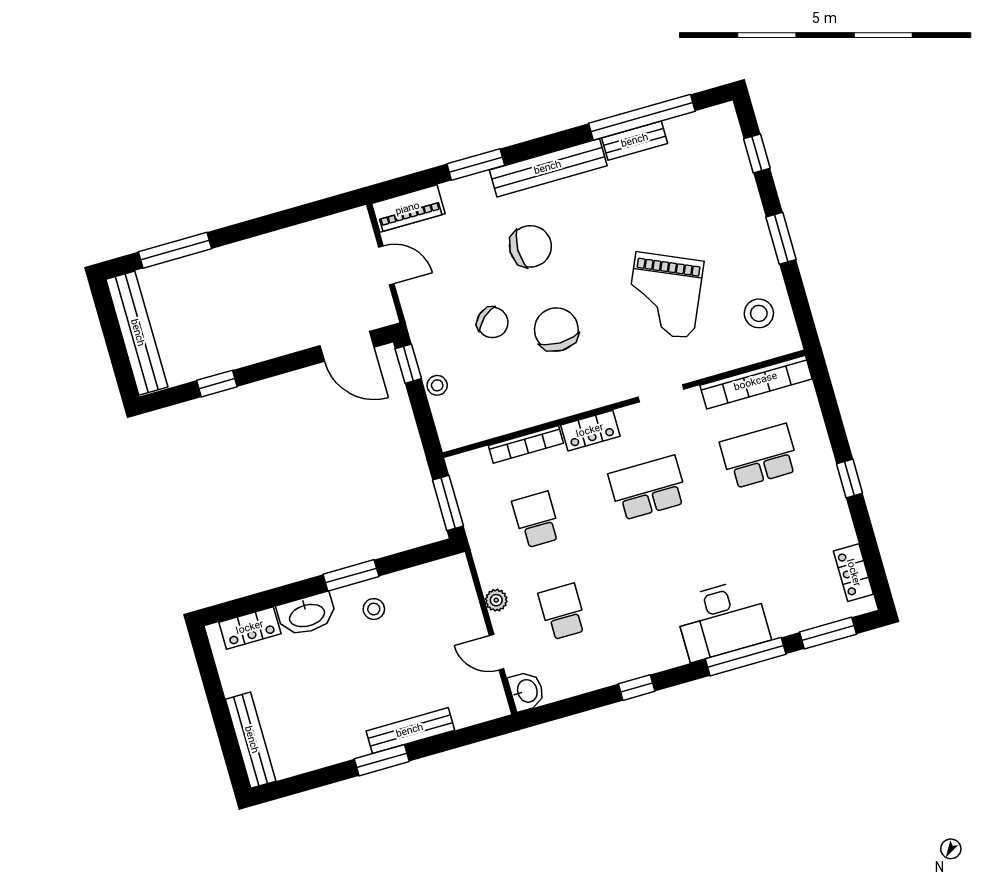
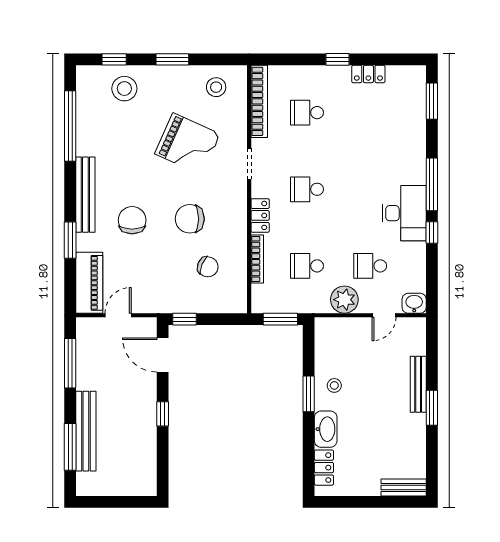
bench: (635, 141) -> (84, 135), removed
piano: (408, 209) -> (89, 283), width x1.37, depth x1.33
window: (297, 216) -> (70, 363), added
chair: (492, 322) -> (208, 267), moved, turned 65
bench: (137, 333) -> (86, 431), moved, turned 90
door: (347, 346) -> (163, 355), swing flipped
window: (217, 384) -> (163, 414), moved
stool: (437, 385) -> (124, 89), moved, width x1.89, depth x1.89
school desk: (759, 456) -> (307, 113), width x0.54
school desk: (648, 488) -> (307, 189), width x0.54
locker: (853, 573) -> (368, 74), moved
plant: (496, 600) -> (344, 300), width x1.88, depth x1.88
desk: (722, 620) -> (404, 213), moved
window: (746, 657) -> (432, 184), moved
bench: (251, 740) -> (404, 487), width x0.73

